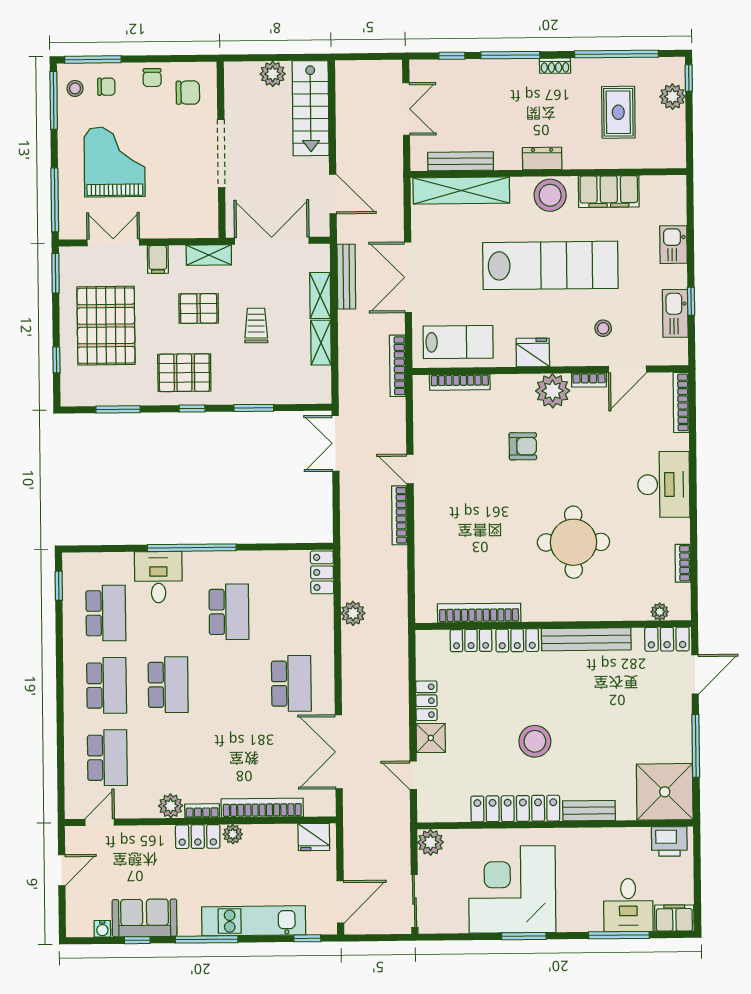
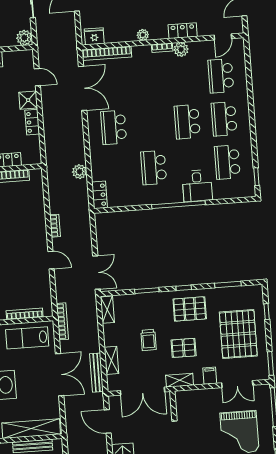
shelving: (321, 343) -> (107, 310), moved
bookcase: (399, 515) -> (55, 226), width x0.64
bookcase: (262, 808) -> (107, 53), moved
locker: (198, 837) -> (183, 31), moved

